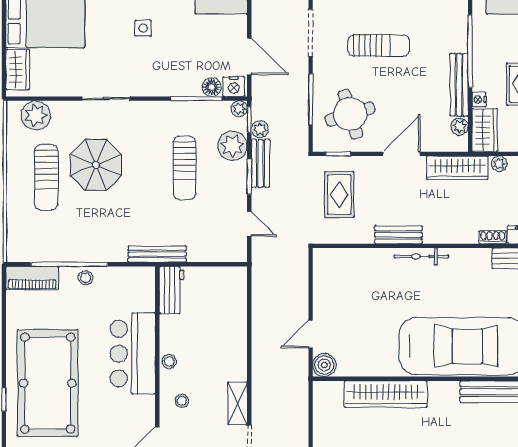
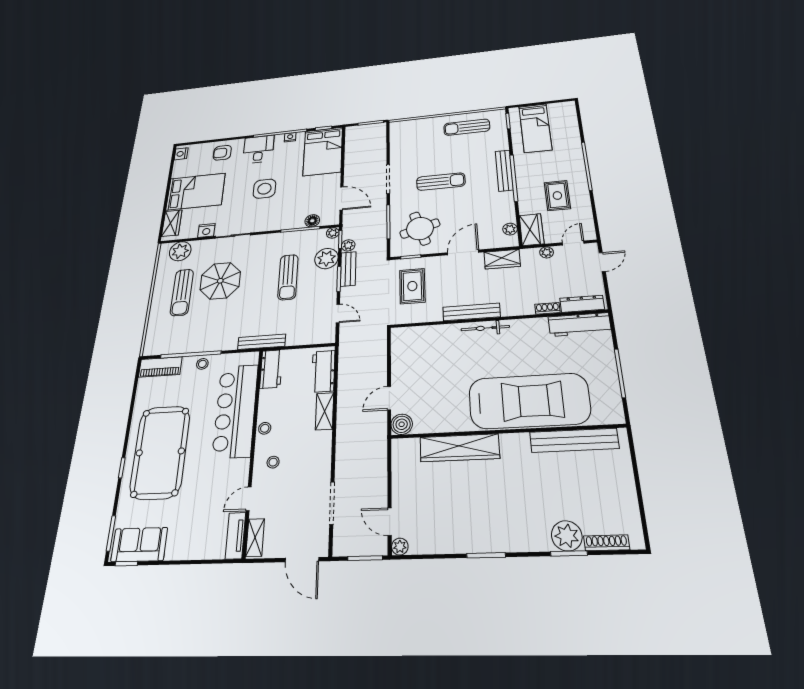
side table: (143, 28) -> (264, 189), width x1.87, depth x1.87
bench: (459, 85) -> (504, 170), moved
nightstand: (234, 87) -> (206, 230), moved
nightstand: (479, 99) -> (524, 209), removed
wardrobe: (457, 168) -> (502, 259), width x0.67
bench: (398, 235) -> (471, 312), width x1.36
workbench: (234, 297) -> (323, 371), added
bar counter: (133, 354) -> (235, 411), width x1.36
shelving: (238, 403) -> (325, 411), moved

